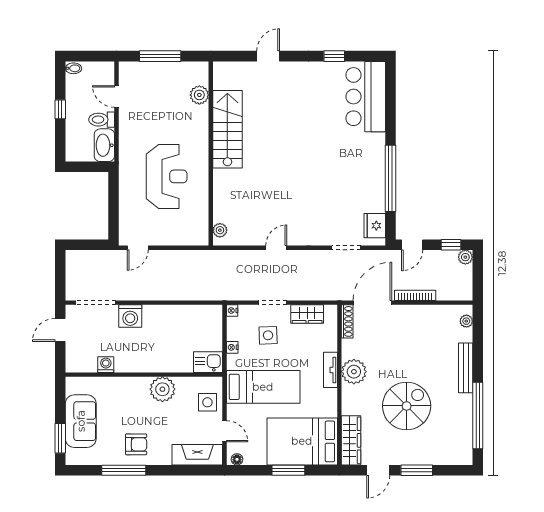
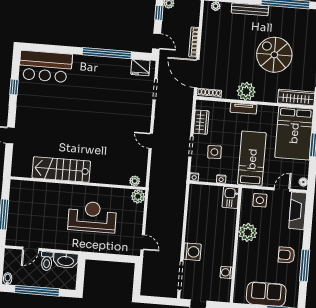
plant: (199, 95) -> (138, 196), moved
window: (60, 109) -> (37, 291), width x3.17
armchair: (136, 444) -> (286, 255), turned -90

